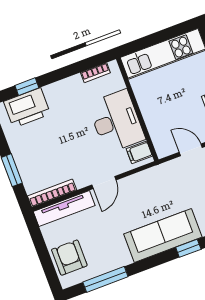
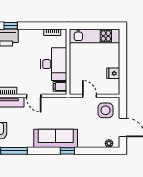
door: (104, 182) -> (34, 96), hinge flipped

